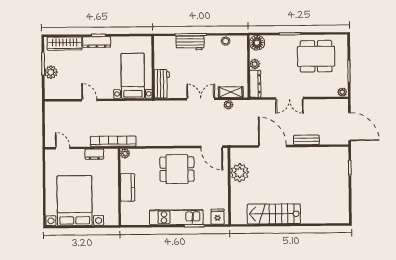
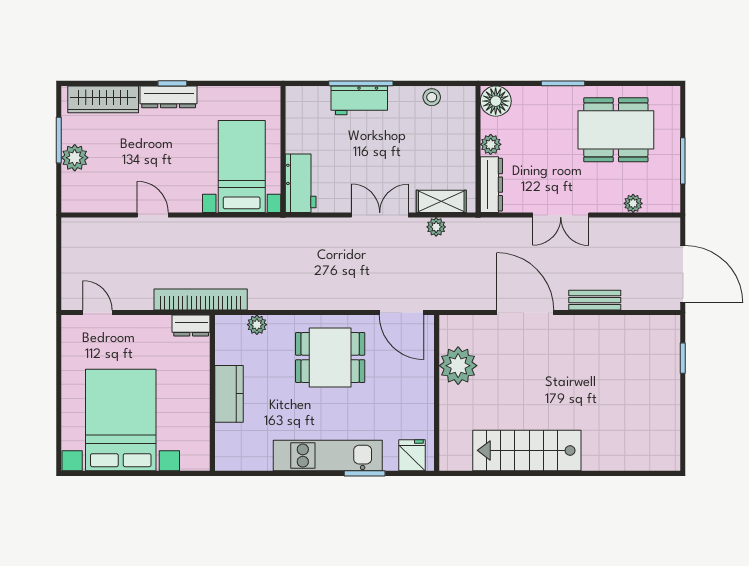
plant: (342, 92) -> (633, 203), moved
dresser: (94, 154) -> (191, 325), moved
plant: (125, 154) -> (257, 325), moved

